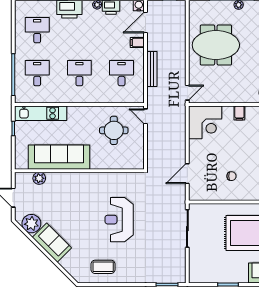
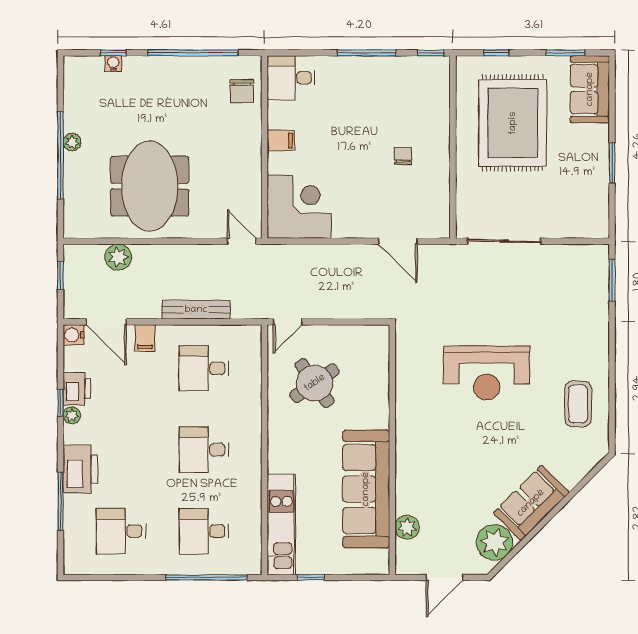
plant: (179, 29) -> (118, 257), added
round table: (114, 130) -> (315, 383), turned -35

